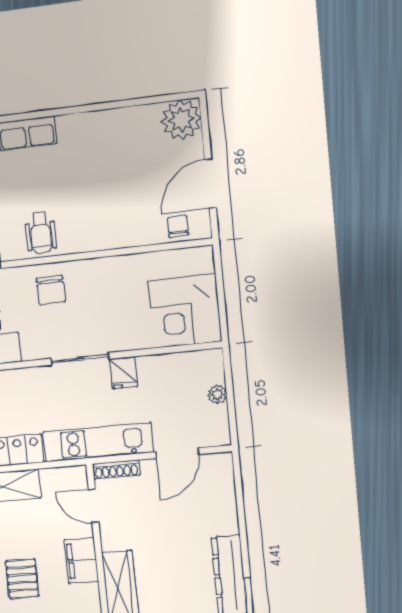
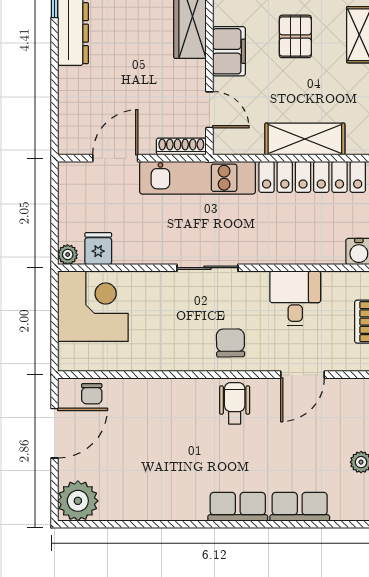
fridge: (123, 373) -> (98, 249), moved
plant: (217, 394) -> (68, 255), moved

